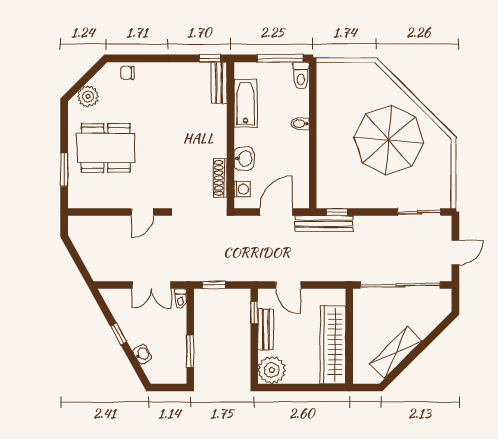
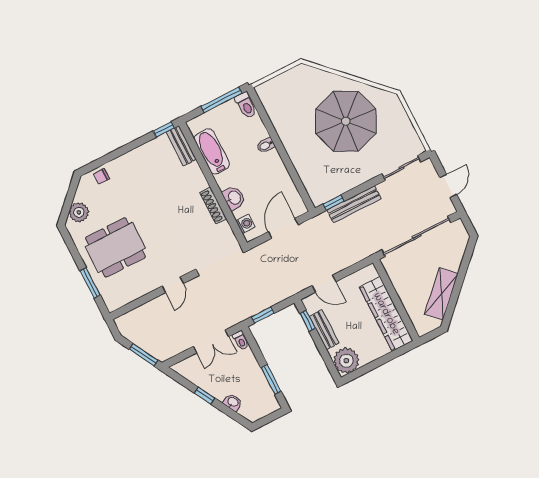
shoe rack: (220, 178) -> (213, 205), moved
bench: (324, 224) -> (354, 204), moved
window: (80, 265) -> (143, 355), added

